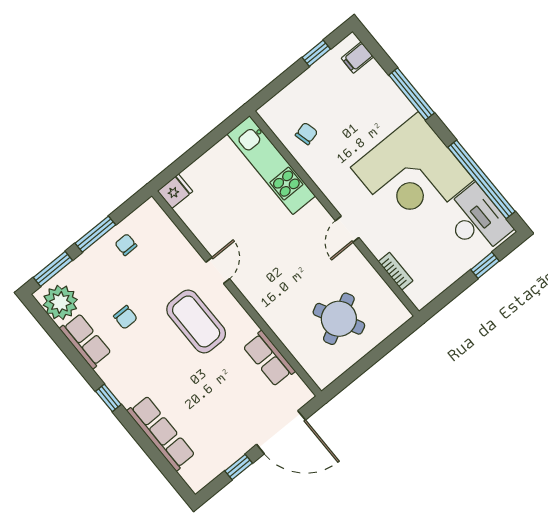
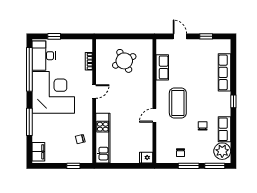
window: (316, 53) -> (73, 166), moved
filing cabinet: (357, 58) -> (38, 152), width x2.00
door: (281, 432) -> (180, 36), width x0.53

